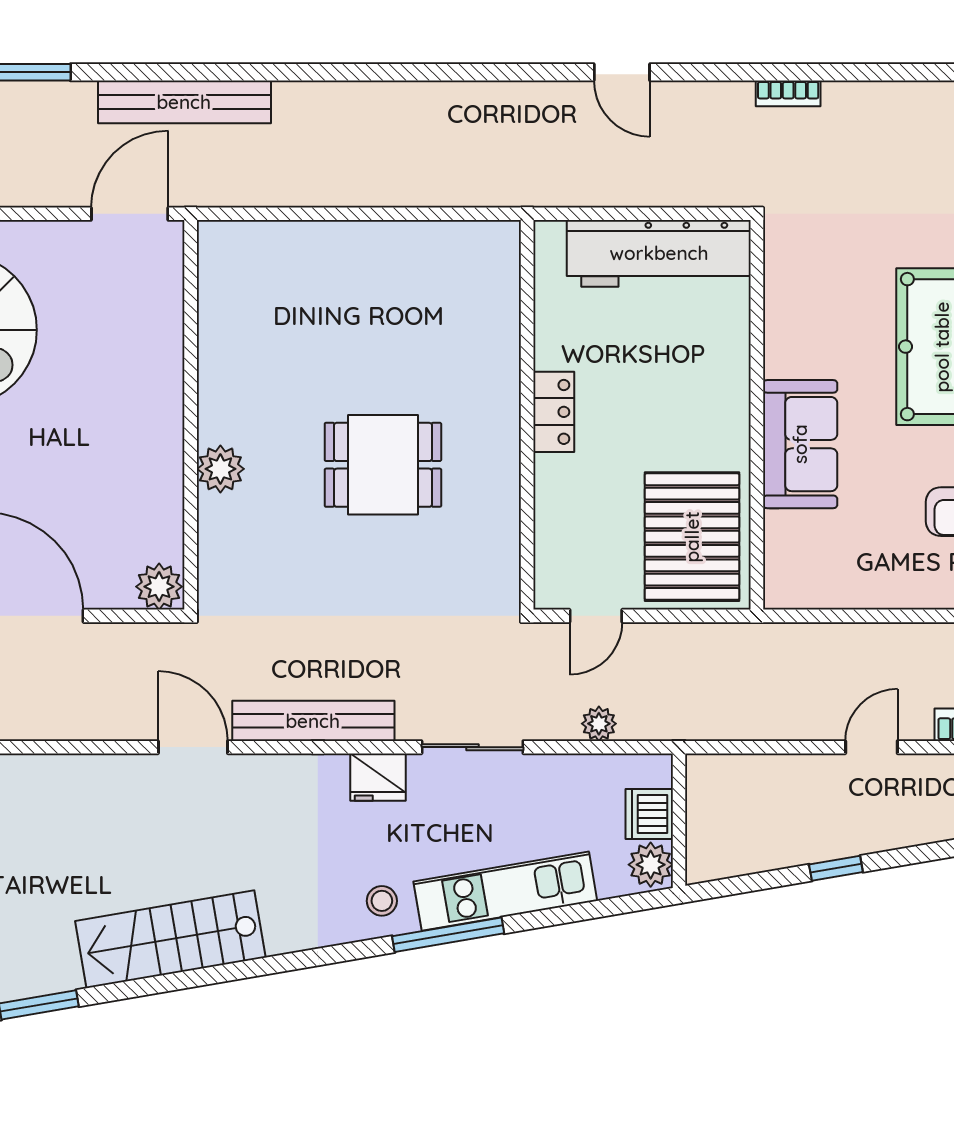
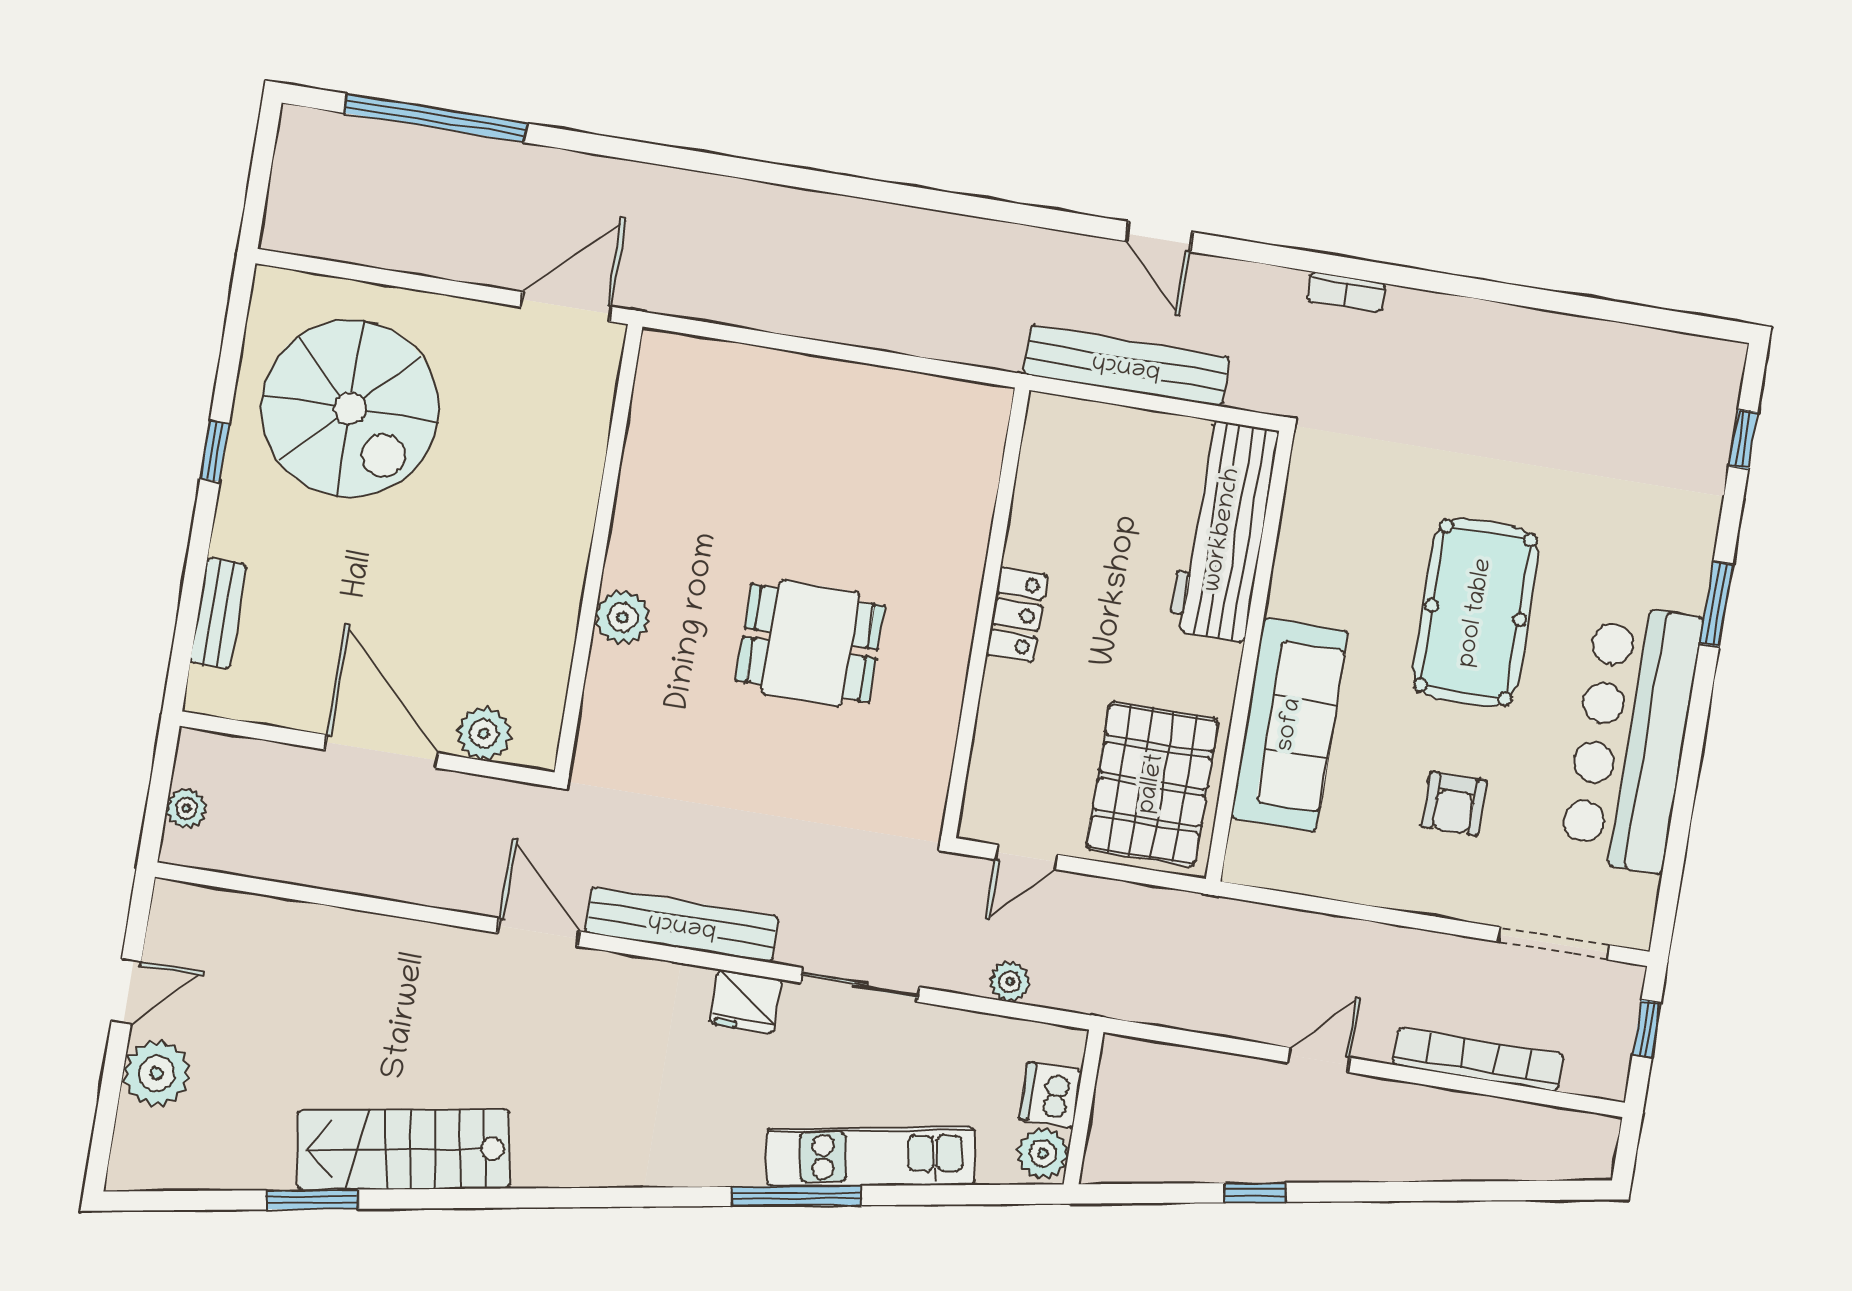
bench: (184, 102) -> (1126, 366), moved
workbench: (659, 253) -> (1223, 530), moved, turned 90
sofa: (800, 444) -> (1290, 725), width x1.36
plant: (159, 587) -> (484, 734), moved
stool: (382, 901) -> (727, 1145), removed
stairs: (170, 939) -> (404, 1149), moved

